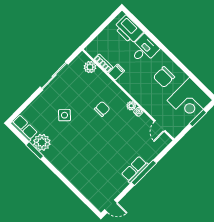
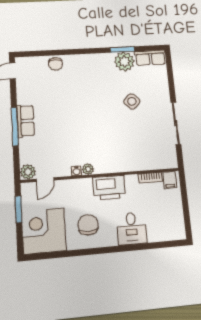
printer: (129, 30) -> (109, 187), moved, turned 180
plant: (90, 67) -> (28, 172), moved
filing cabinet: (116, 72) -> (170, 180), moved
chair: (102, 109) -> (55, 64), moved
window: (198, 118) -> (19, 210), moved
door: (160, 126) -> (45, 180), swing flipped

